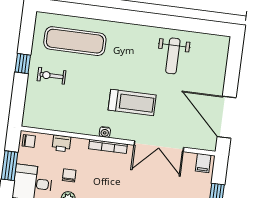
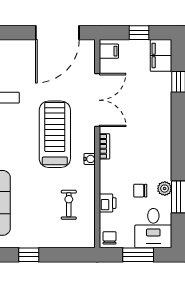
exercise bike: (52, 76) -> (69, 205), moved, turned 180
treadmill: (132, 102) -> (55, 134), width x1.37, depth x1.38
bookcase: (108, 146) -> (104, 146), width x0.64

